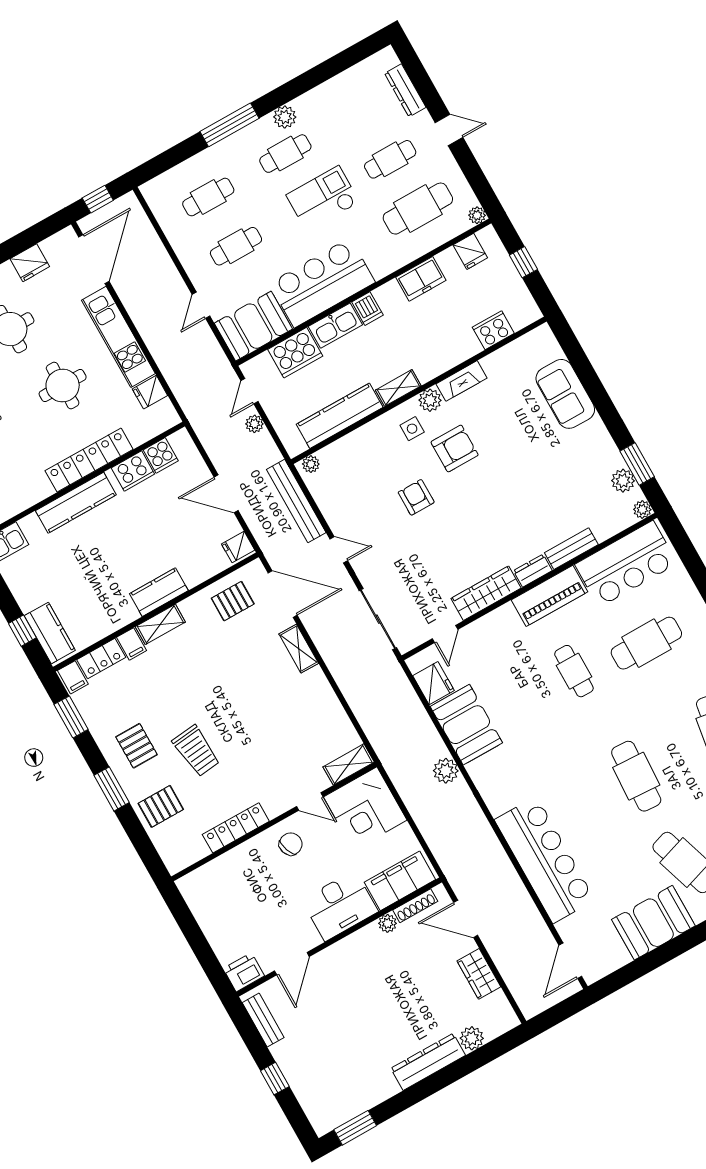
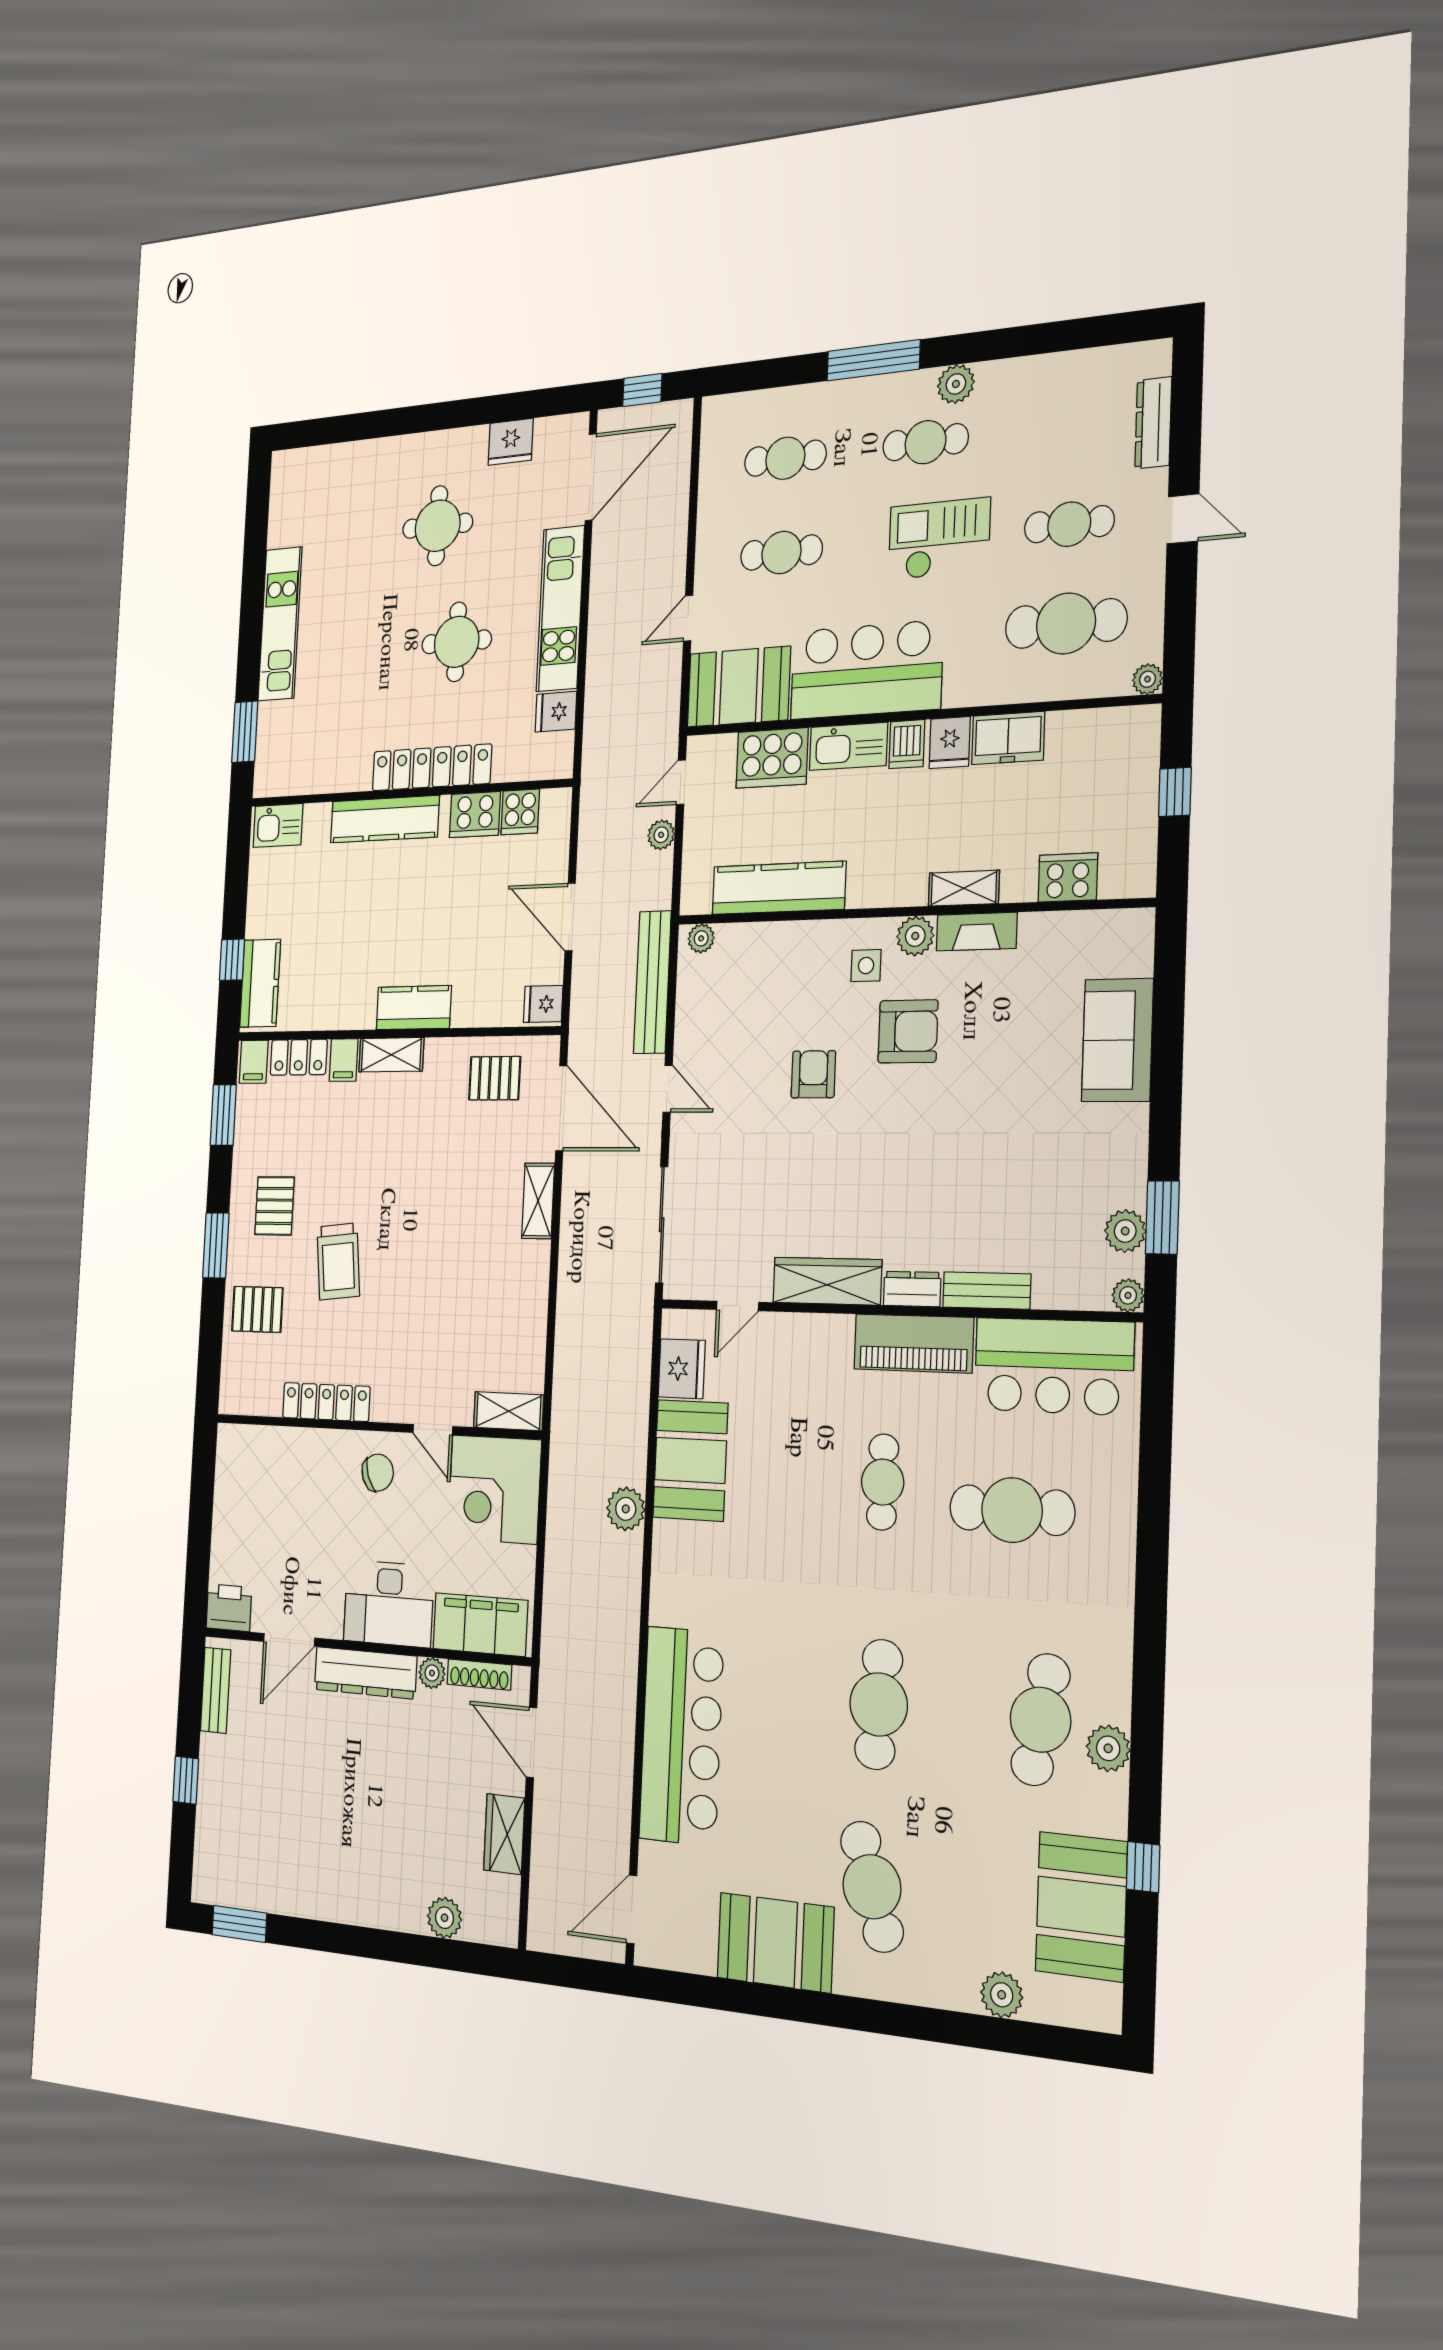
fridge: (470, 251) -> (950, 743), moved
shelving: (398, 388) -> (964, 888), moved
dresser: (428, 1062) -> (365, 1673), moved, turned 180

